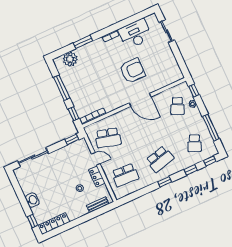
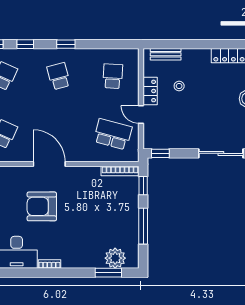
window: (83, 42) -> (108, 273), moved
school desk: (160, 159) -> (59, 76), width x0.54
school desk: (125, 175) -> (113, 76), width x0.54

